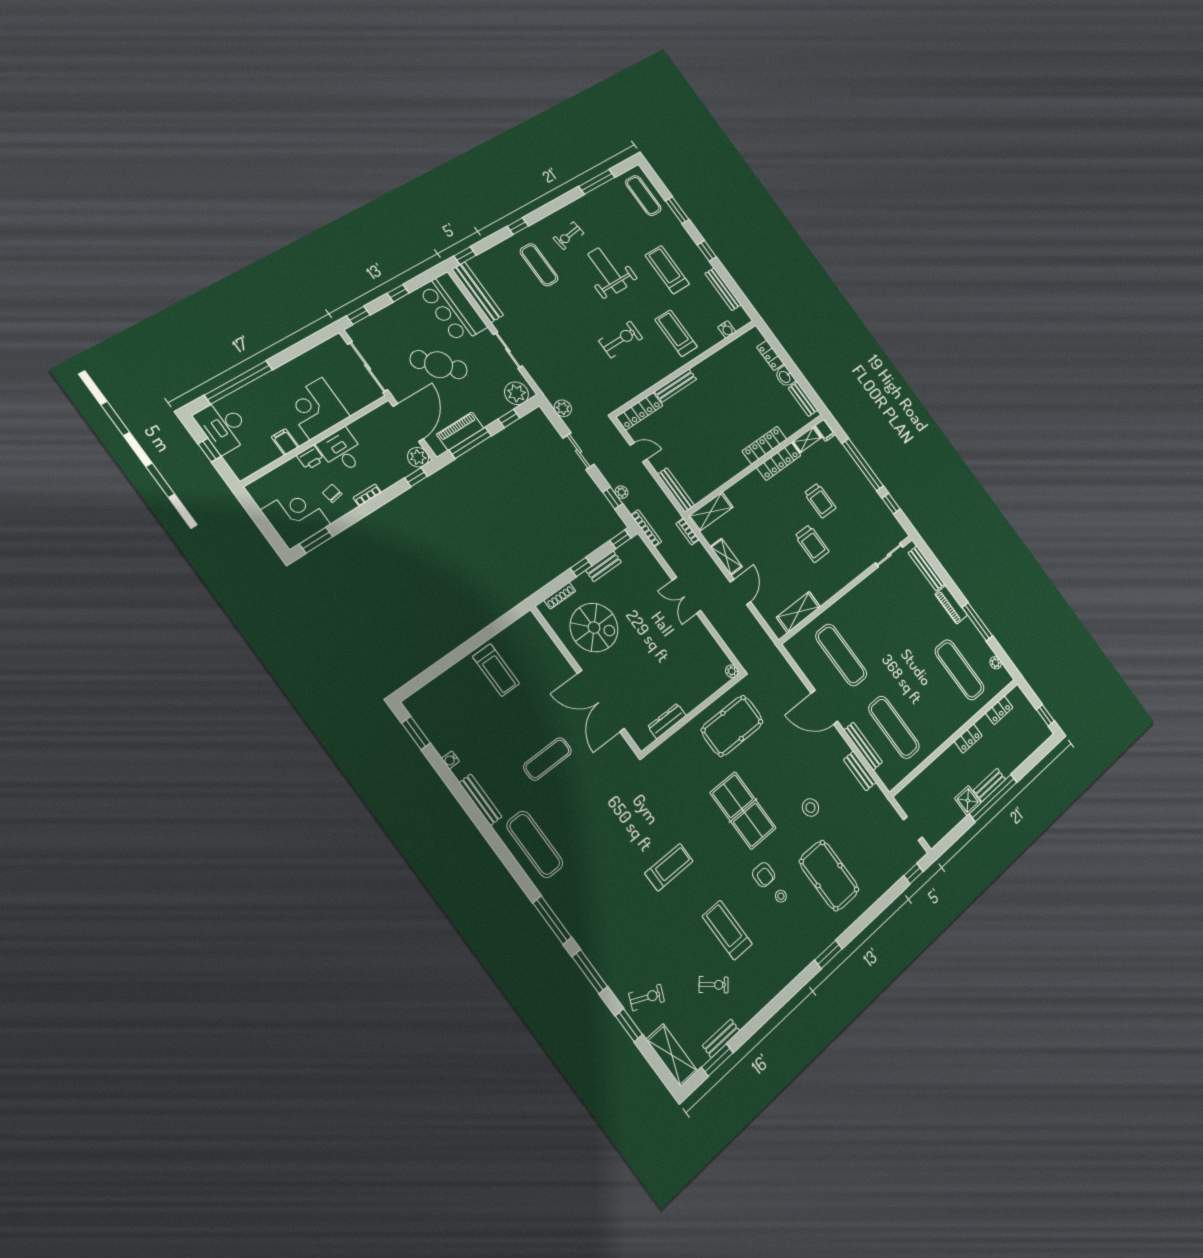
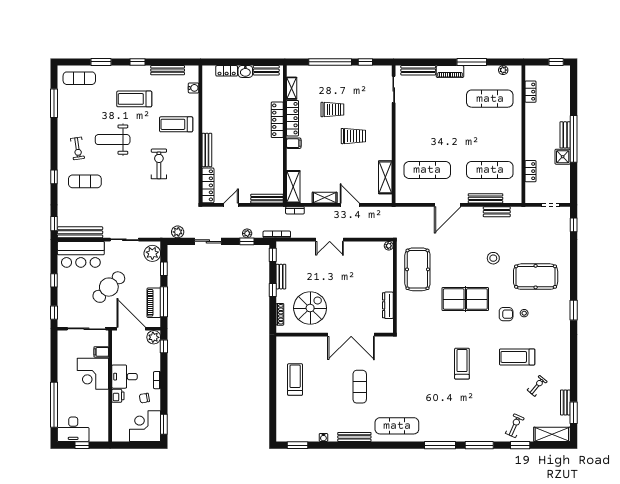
filing cabinet: (825, 430) -> (294, 143), moved
filing cabinet: (285, 442) -> (101, 352), moved
treadmill: (496, 670) -> (295, 379), turned -90
locker: (968, 738) -> (530, 171), moved

